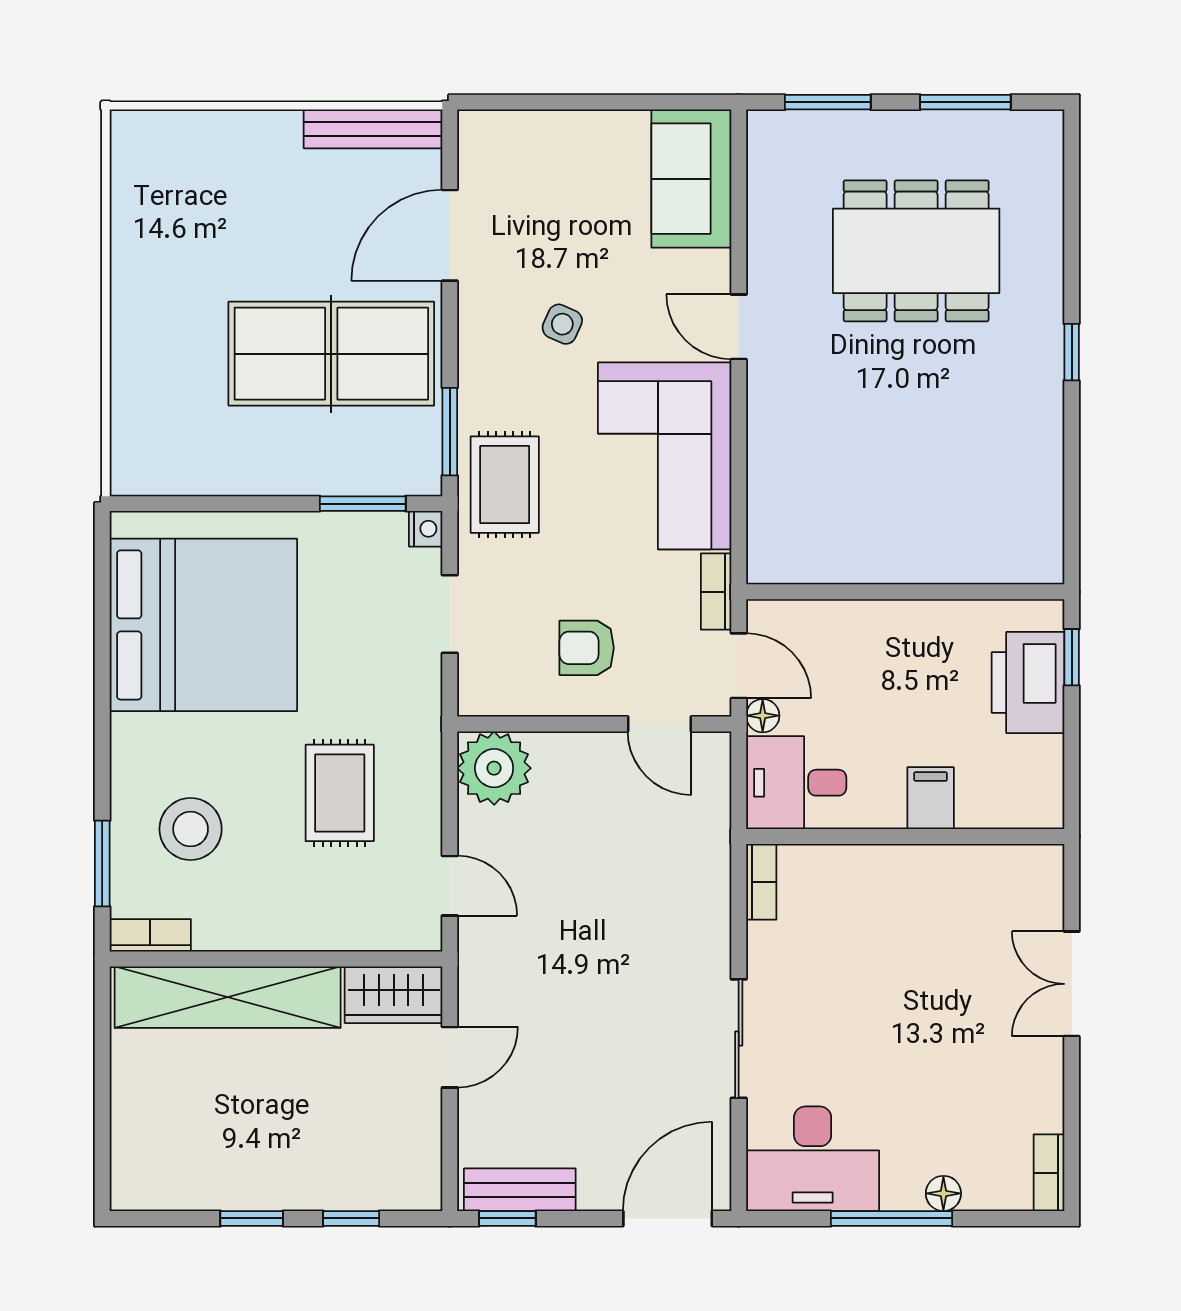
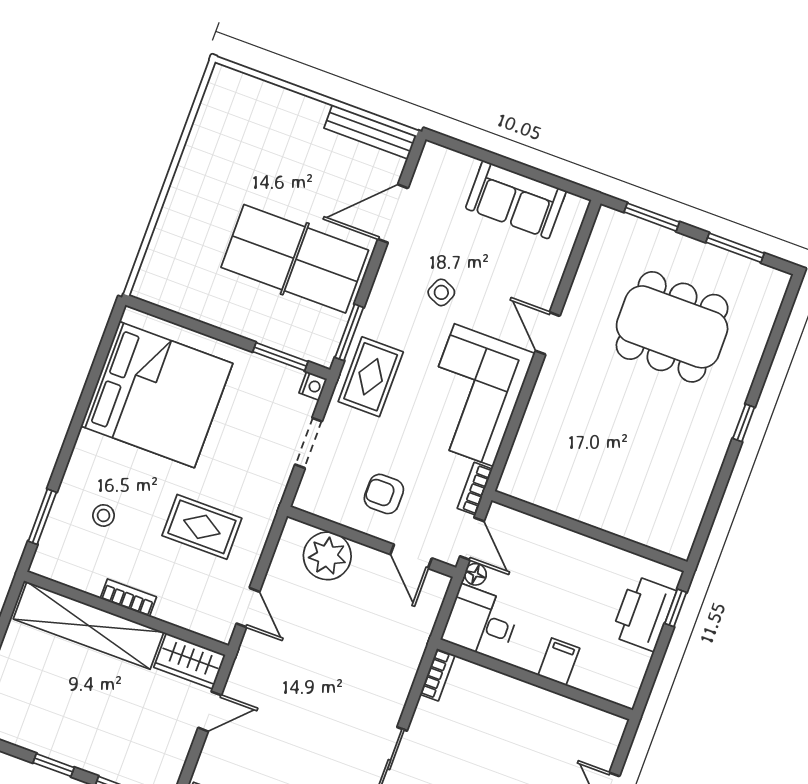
sofa: (691, 179) -> (516, 200), moved, turned -90
plant: (494, 768) -> (327, 556), moved
rug: (340, 793) -> (202, 527), turned 90
stool: (191, 829) -> (103, 515), width x0.53, depth x0.53
bookcase: (150, 935) -> (128, 598), moved

